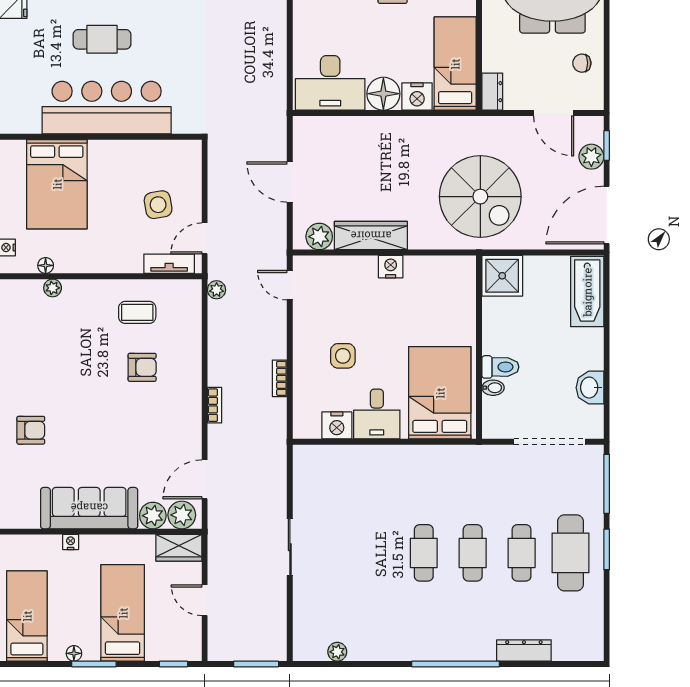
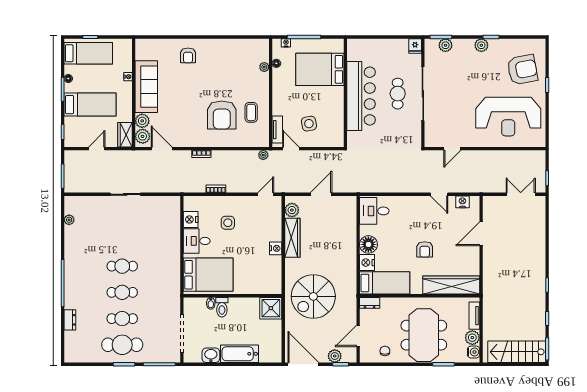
desk: (330, 83) -> (374, 211), width x0.73
bathtub: (587, 292) -> (240, 354), moved
armchair: (142, 367) -> (222, 115), width x1.88, depth x1.88
dresser: (524, 651) -> (70, 320), width x0.70

